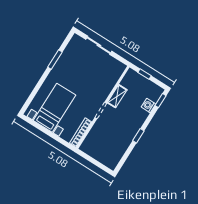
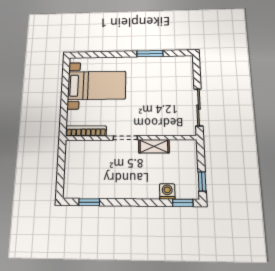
sliding door: (99, 45) -> (198, 107), moved
window: (145, 74) -> (202, 181), moved
window: (138, 136) -> (89, 202), moved

